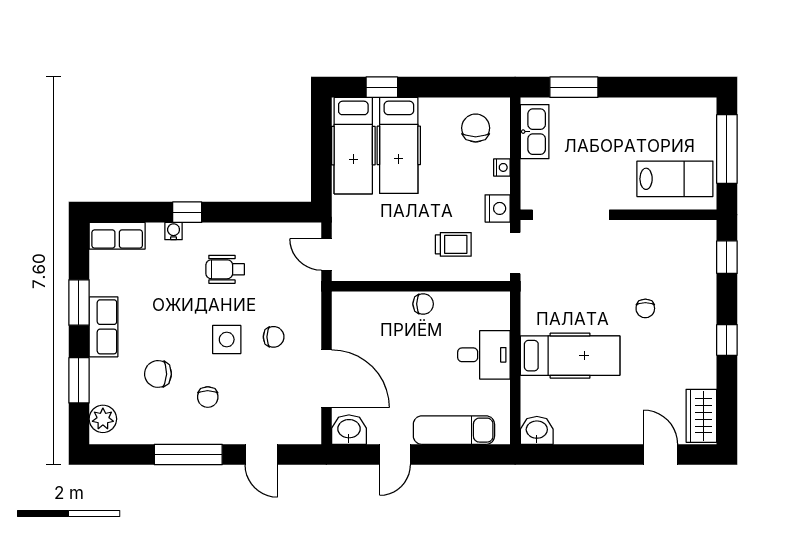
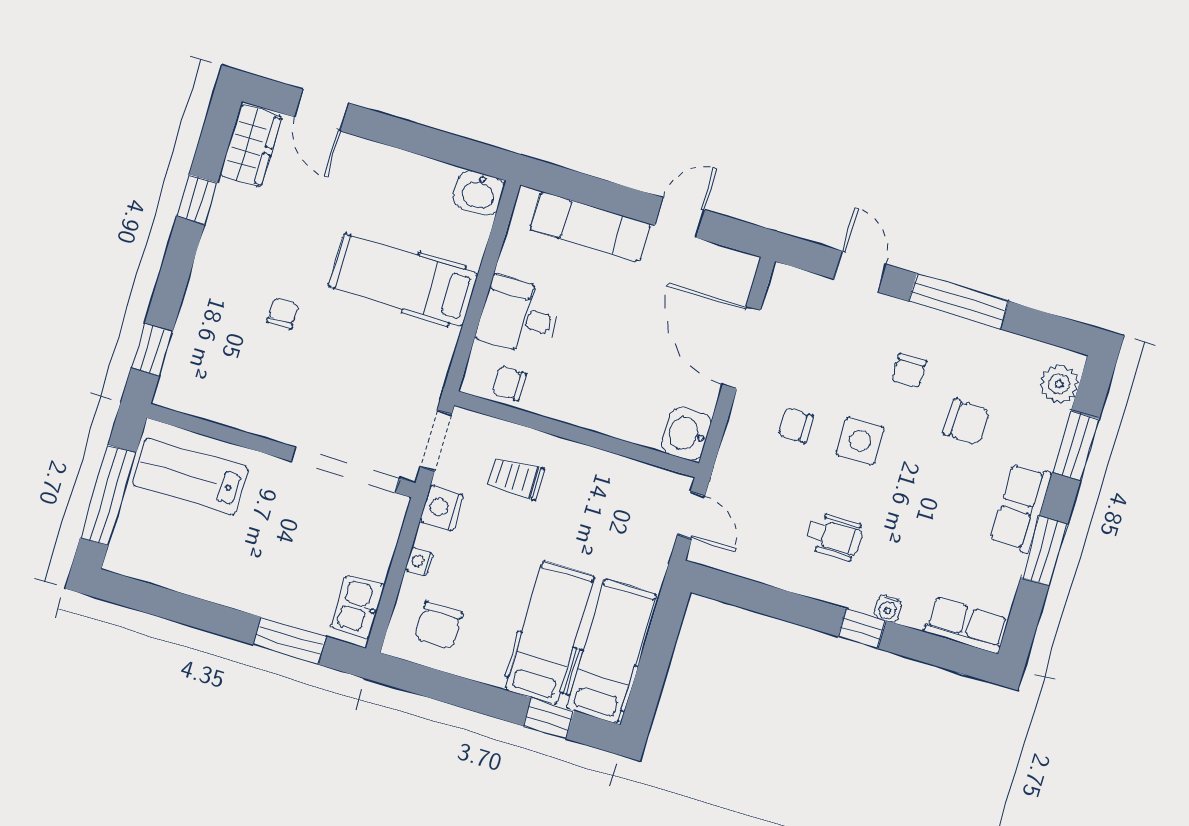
kitchen sink: (535, 132) -> (358, 607), width x0.73
chair: (423, 304) -> (509, 383), moved
window: (727, 340) -> (197, 199), moved
chair: (208, 397) -> (909, 371), turned 180
washbasin: (349, 430) -> (686, 434), moved, turned 90

